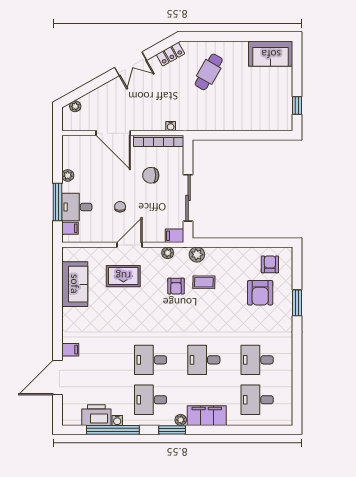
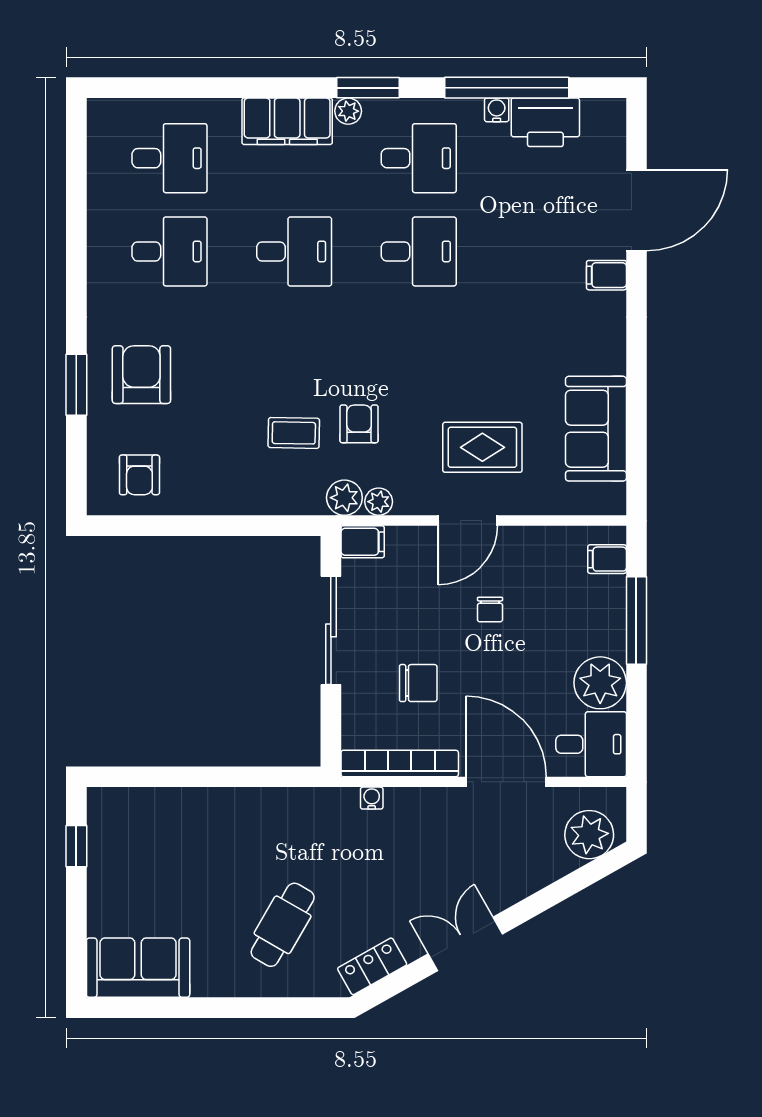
plant: (75, 106) -> (589, 835), width x1.87, depth x1.87
plant: (68, 175) -> (600, 683), width x1.87, depth x1.87
desk: (77, 207) -> (591, 744), moved
plant: (197, 255) -> (344, 498), moved
armchair: (260, 293) -> (141, 375), moved

